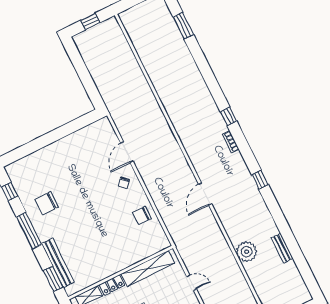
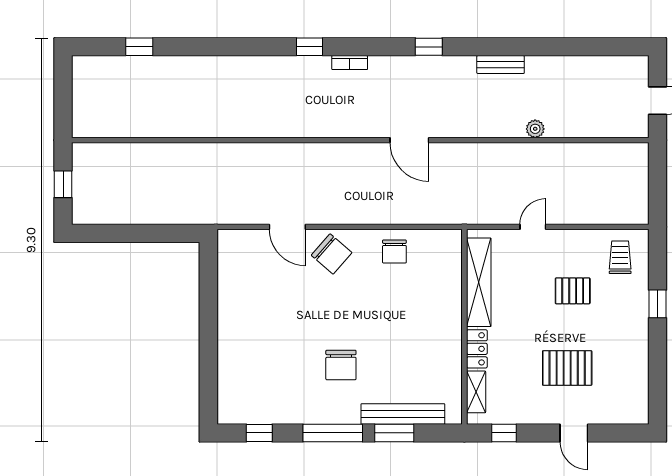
window: (183, 26) -> (139, 47), width x0.67
chair: (124, 183) -> (332, 254), width x1.87, depth x1.87
chair: (47, 203) -> (341, 365), moved
bench: (282, 248) -> (501, 65), moved
plant: (247, 252) -> (535, 129), width x0.53, depth x0.53
window: (53, 279) -> (394, 433), moved

